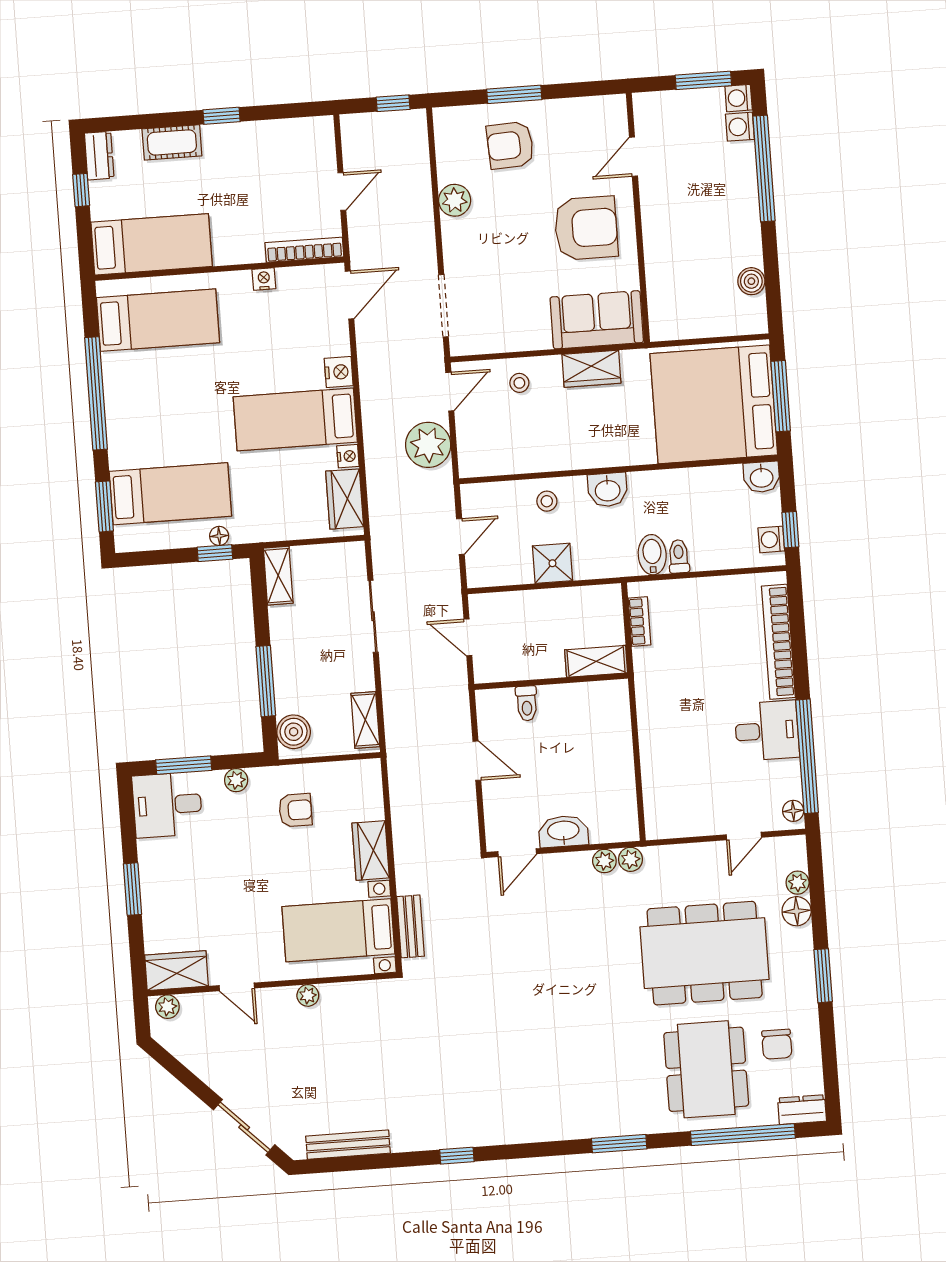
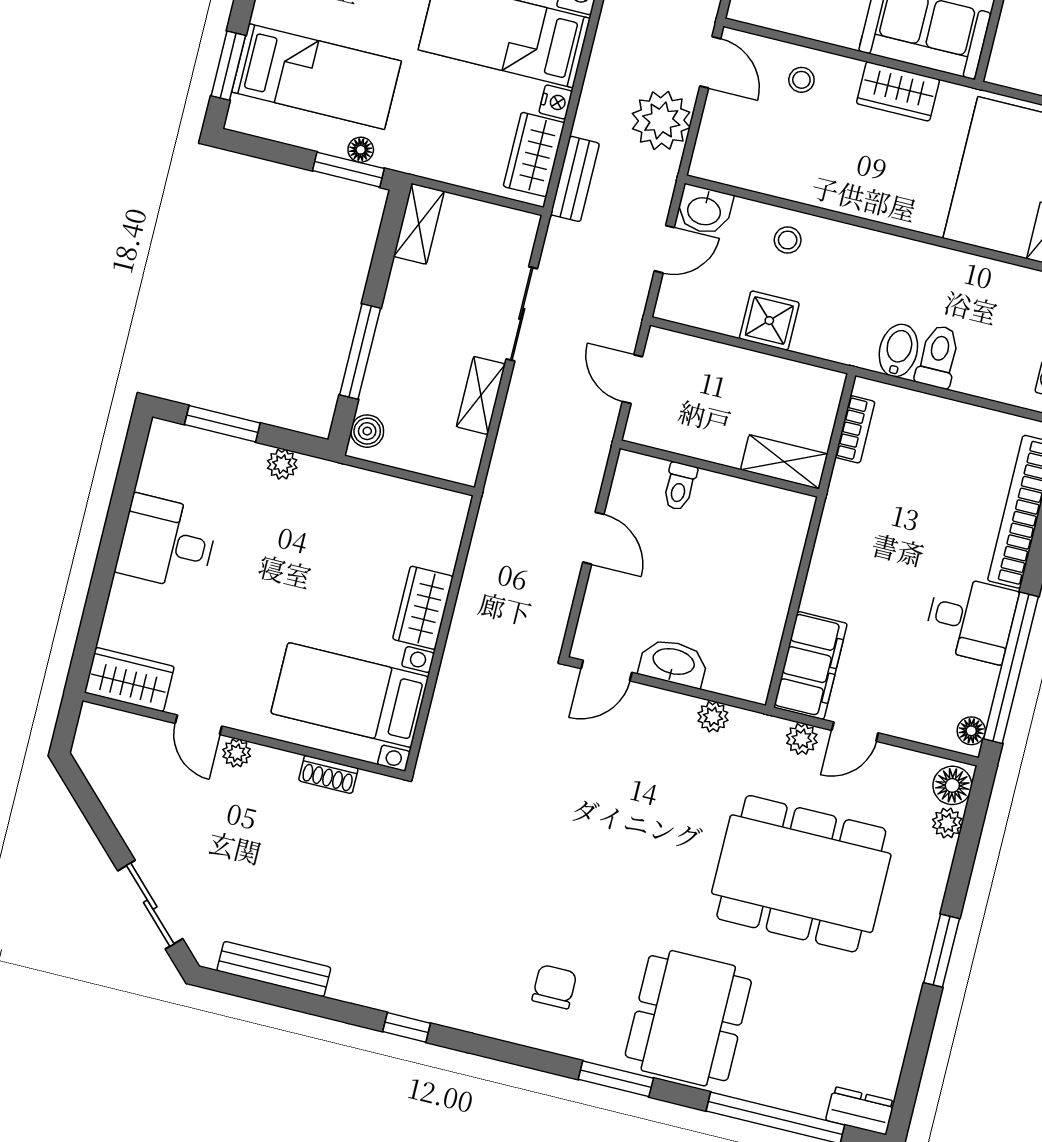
door: (450, 392) -> (710, 62), hinge flipped
washbasin: (608, 490) -> (704, 210), moved
window: (215, 553) -> (348, 170), width x1.50
toilet: (679, 556) -> (938, 357), width x1.37, depth x1.39
shelving: (365, 720) -> (481, 395), moved
boiler: (294, 732) -> (367, 431), width x0.73, depth x0.73
filing cabinet: (662, 801) -> (810, 665), added
desk: (167, 805) -> (167, 542), moved
armchair: (295, 810) -> (345, 526), removed
door: (744, 836) -> (855, 732), moved
plant: (630, 859) -> (802, 739), moved
window: (132, 889) -> (107, 559), removed
floor lamp: (797, 911) -> (952, 785), moved
bench: (411, 926) -> (575, 179), moved
shoe rack: (342, 992) -> (328, 774), added
plant: (308, 995) -> (237, 753), moved
plant: (167, 1007) -> (103, 721), removed
chair: (777, 1044) -> (554, 987), moved, turned 180
dining table: (706, 1069) -> (688, 1018), moved

